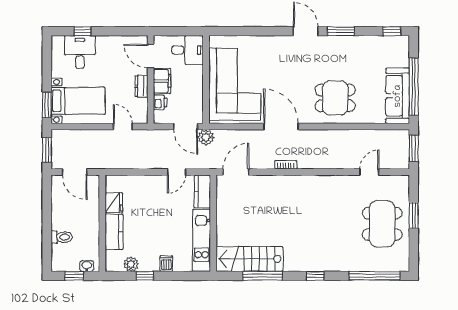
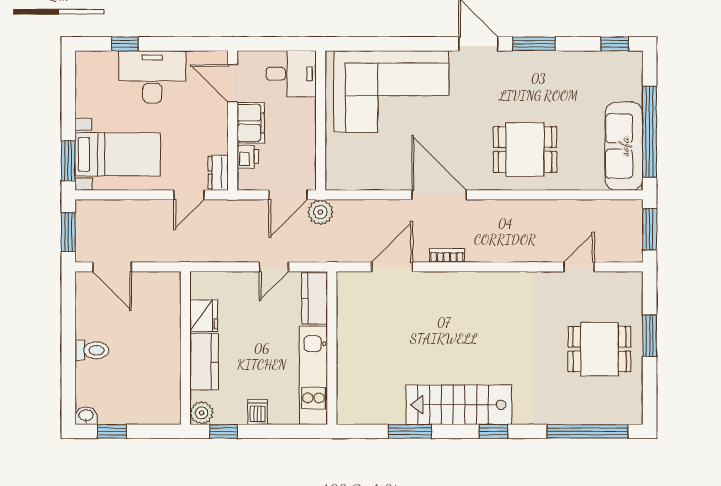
desk: (80, 52) -> (152, 77), moved, width x1.37
corner sofa: (235, 84) -> (391, 92), moved, turned 90
dresser: (141, 86) -> (218, 173), moved
door: (123, 126) -> (189, 195), swing flipped
door: (186, 126) -> (288, 195), hinge flipped
door: (236, 172) -> (392, 267), moved
fridge: (114, 203) -> (204, 316), moved
wall: (102, 223) -> (185, 348), moved
dining table: (382, 224) -> (599, 349), width x0.73
kitchen counter: (114, 232) -> (204, 362), moved
toilet: (62, 237) -> (92, 350), moved
stairs: (249, 259) -> (459, 405), moved
washbasin: (87, 266) -> (86, 416), moved
window: (262, 276) -> (410, 431), width x0.69

